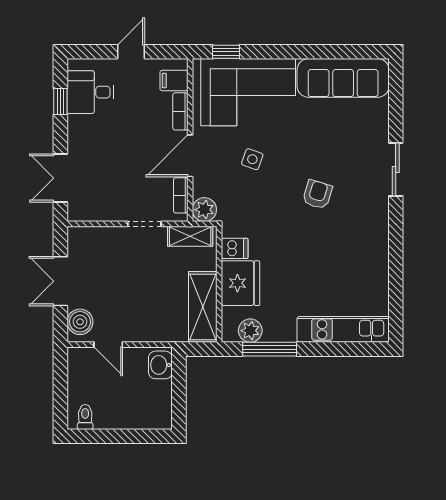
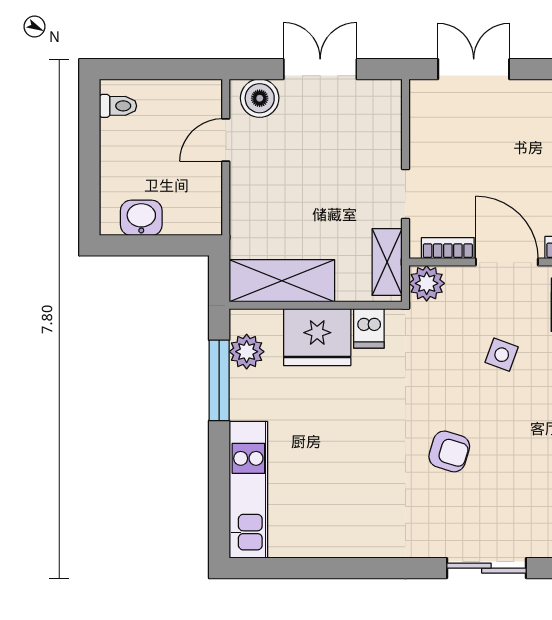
washbasin: (160, 365) -> (141, 218), moved

